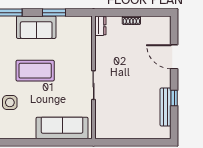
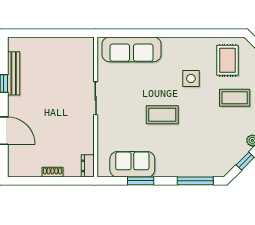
sofa: (36, 27) -> (132, 164), moved
coffee table: (35, 71) -> (162, 115), width x0.73, depth x0.76

